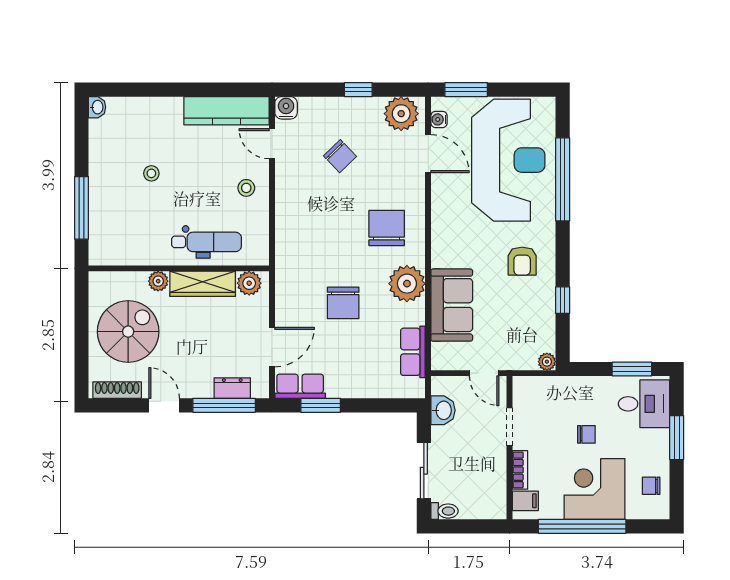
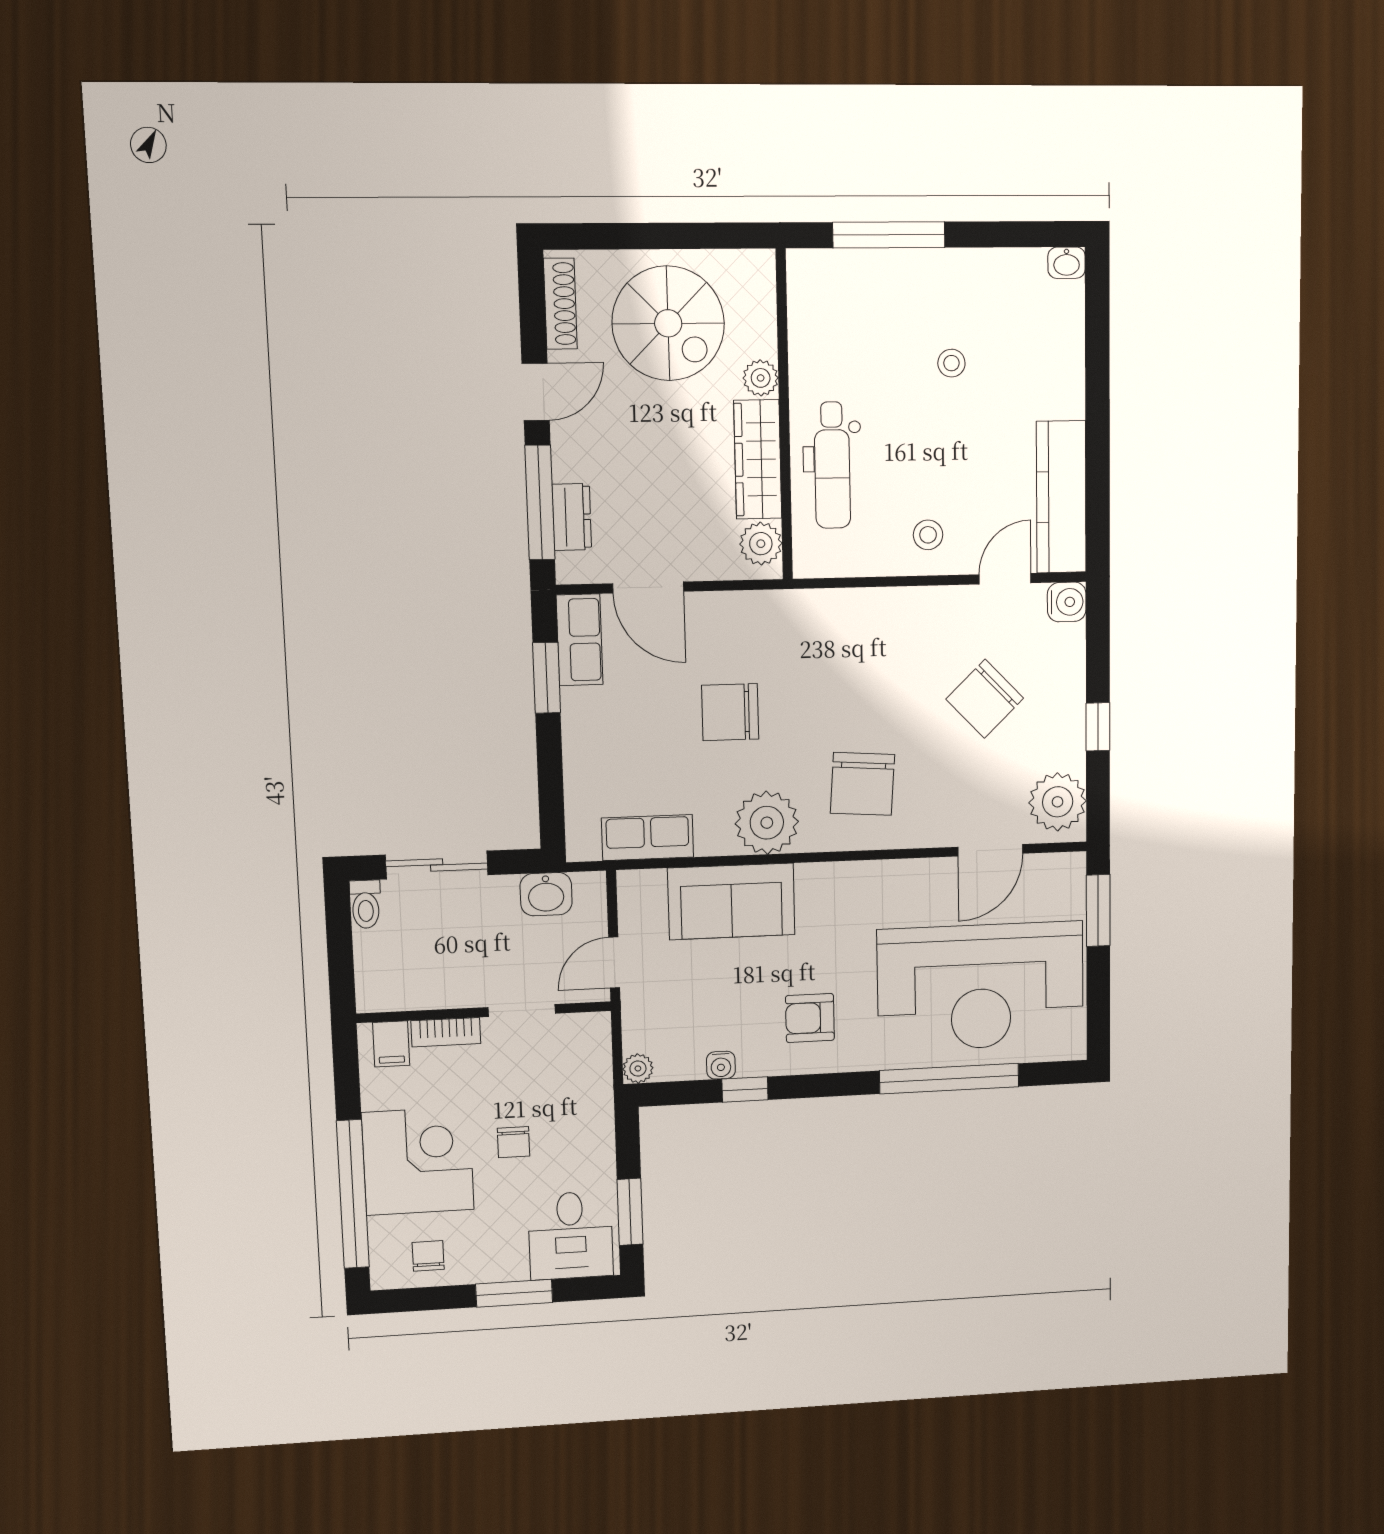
water cooler: (439, 119) -> (721, 1065), moved, turned 180
chair: (340, 156) -> (985, 699), width x1.37, depth x1.37
chair: (387, 228) -> (863, 784), turned 94
window: (582, 526) -> (353, 1194), moved

